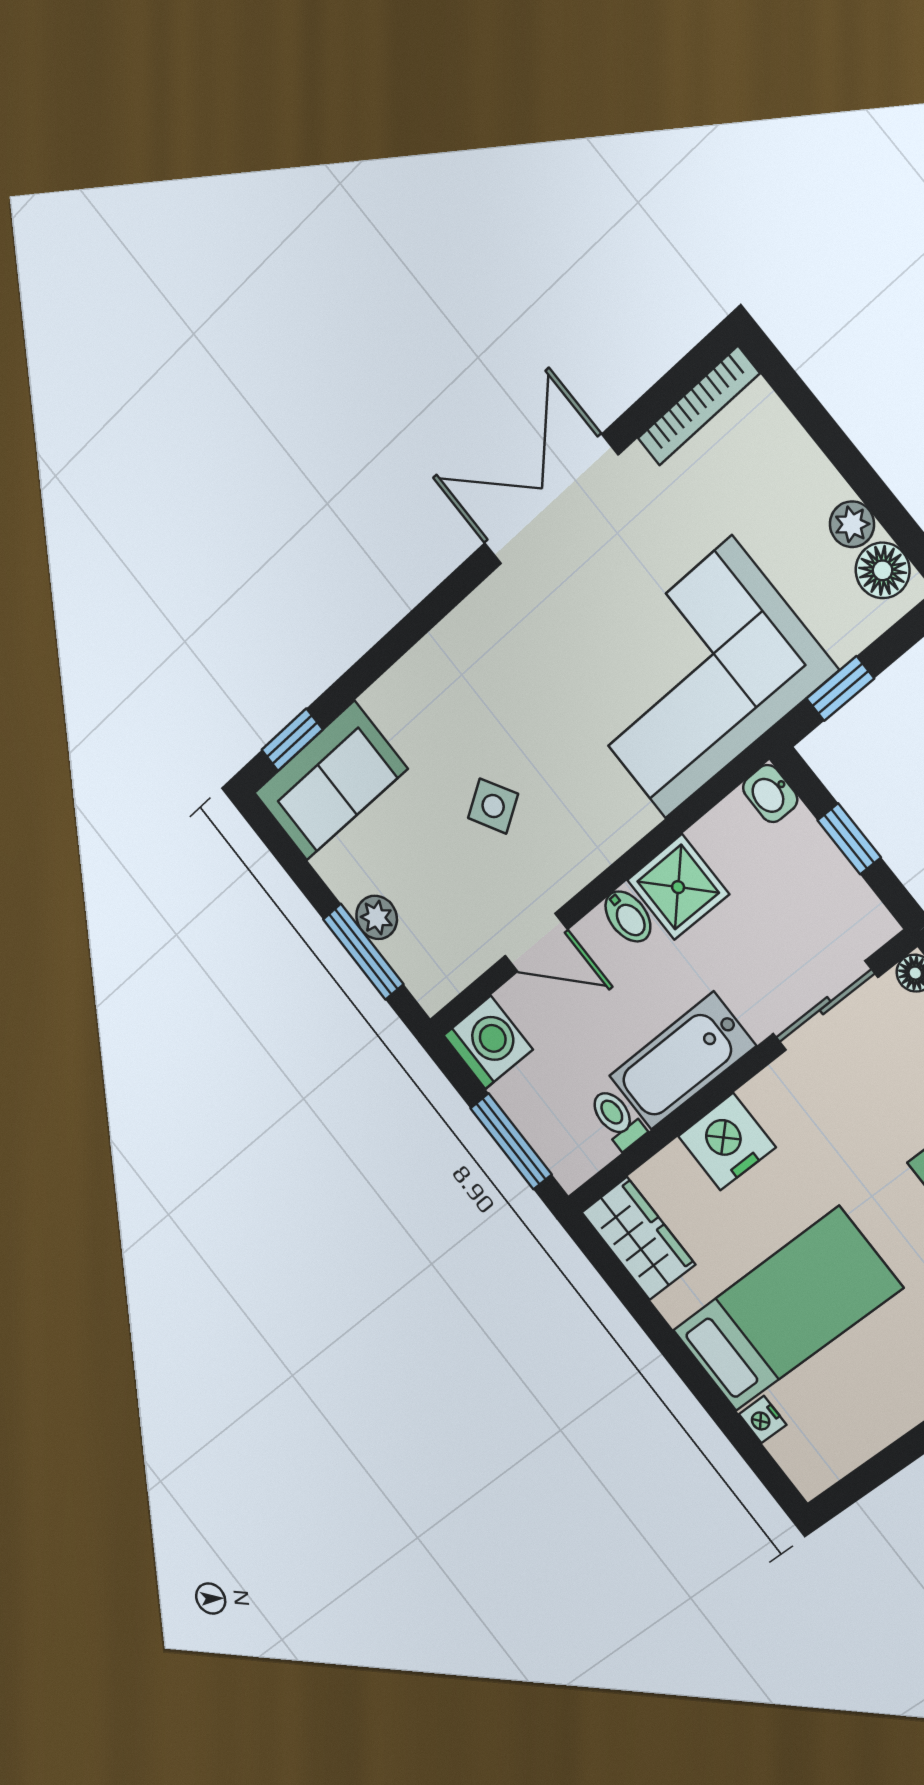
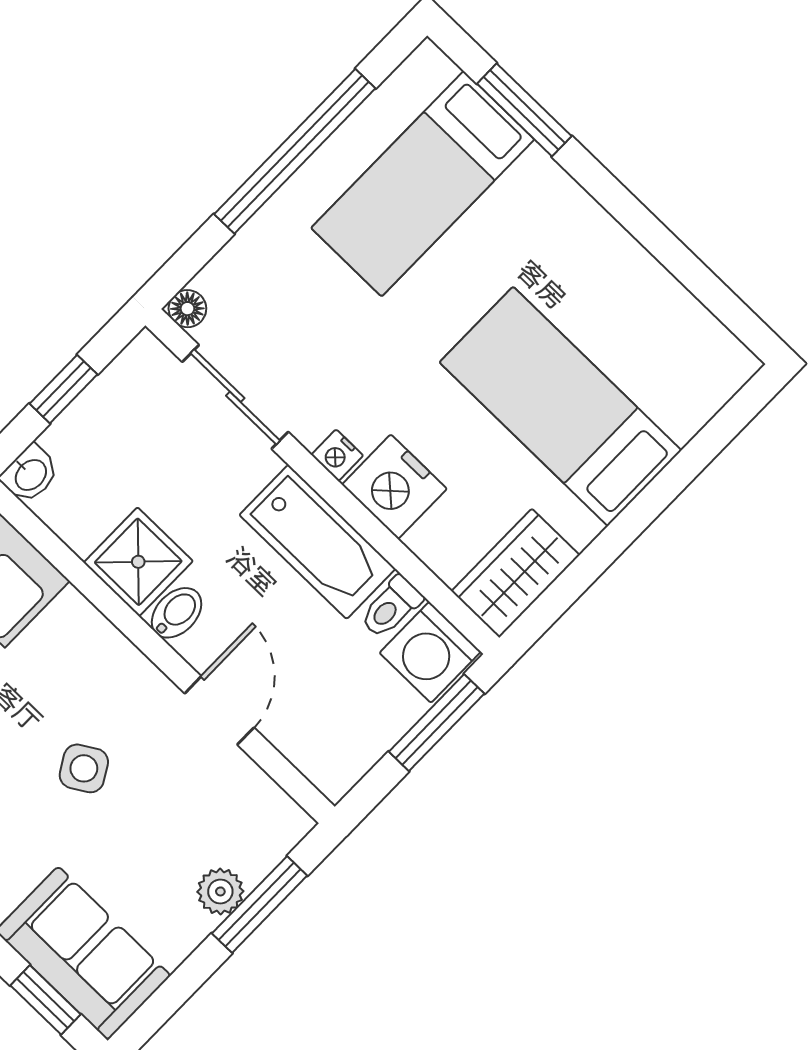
washing machine: (488, 1042) -> (430, 652), moved, turned -90
nightstand: (763, 1419) -> (337, 455), moved, turned 90

